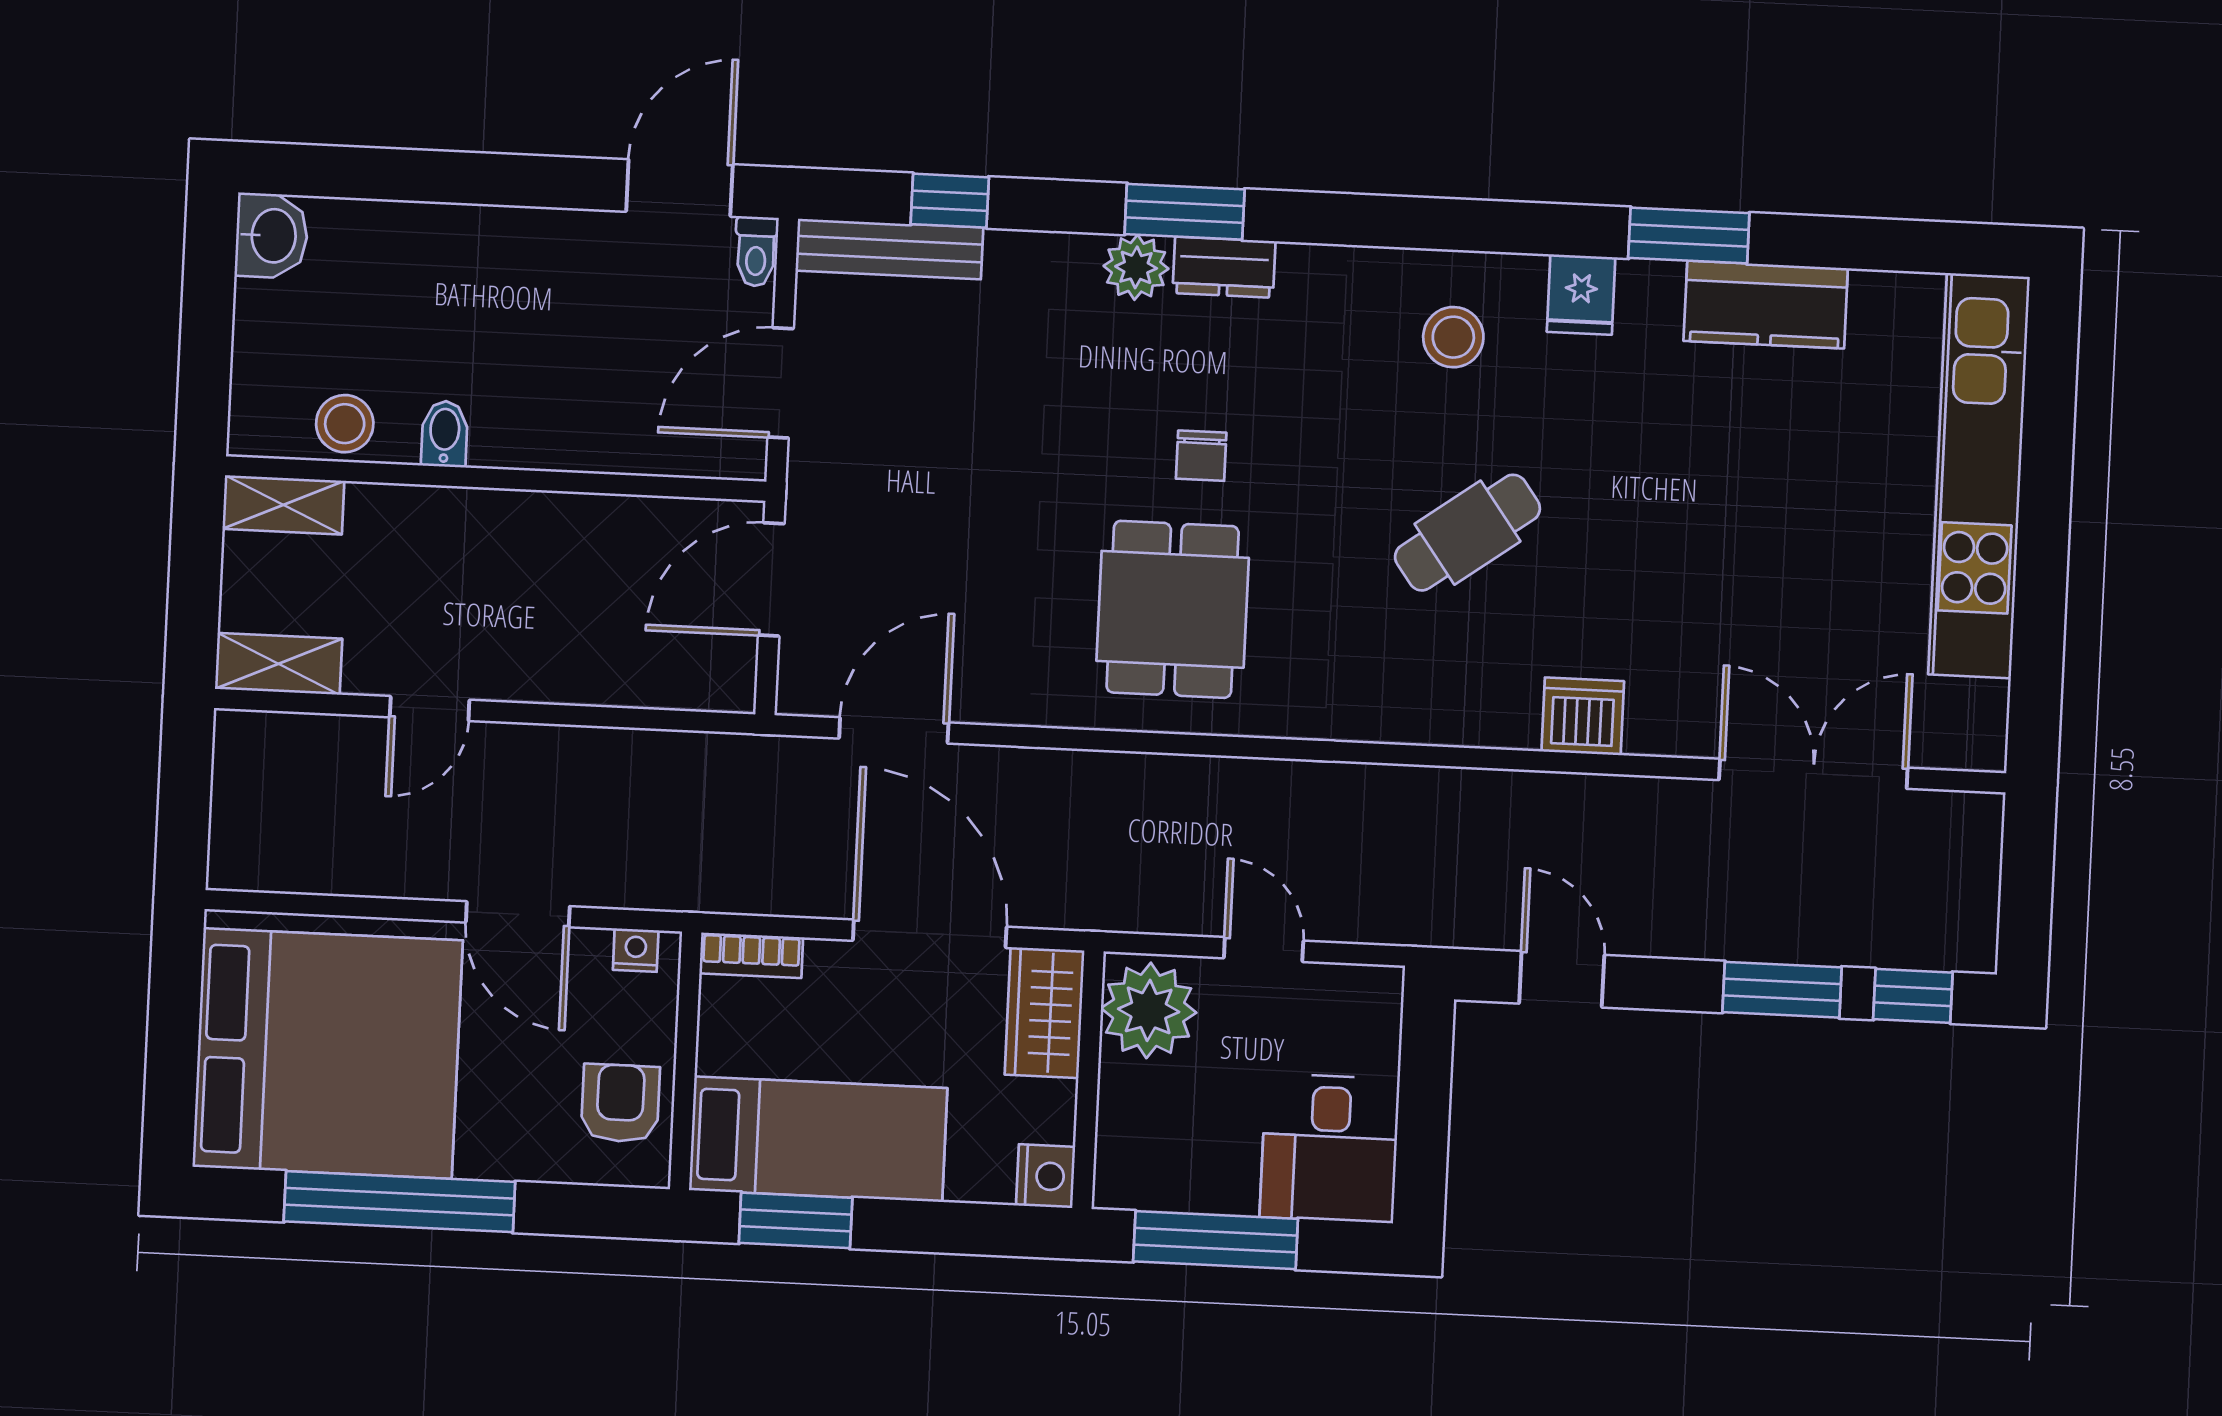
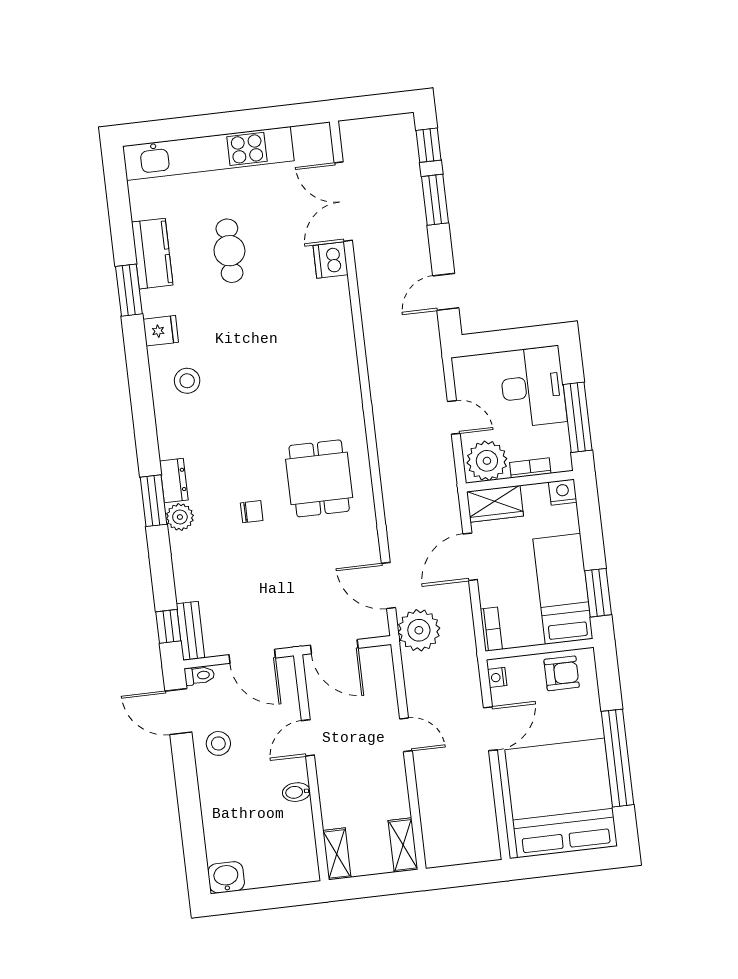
window: (950, 201) -> (168, 626), moved
bench: (889, 249) -> (190, 631), width x0.73
stool: (345, 424) -> (218, 743), moved
chair: (1201, 456) -> (252, 512), moved
door: (567, 482) -> (308, 738), added
cafe table: (1467, 533) -> (229, 251), moved, turned 36
dining table: (1173, 609) -> (319, 478), turned 90
door: (430, 709) -> (406, 735), moved
dishwasher: (1583, 716) -> (330, 260), moved
plant: (777, 785) -> (419, 630), added
door: (930, 934) -> (470, 557), width x0.73
door: (1264, 949) -> (454, 417), swing flipped
armchair: (620, 1103) -> (562, 673), turned 180
bookcase: (1115, 1109) -> (530, 468), added
desk: (1330, 1148) -> (533, 387), width x1.37

